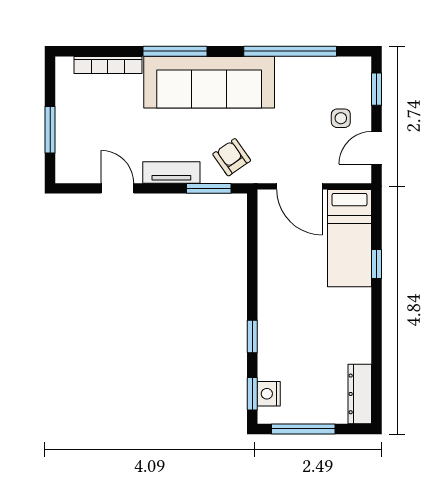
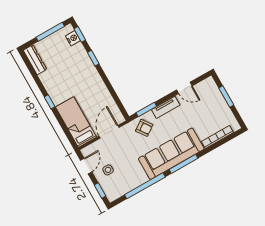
window: (175, 51) -> (183, 164), moved
door: (299, 186) -> (109, 132), hinge flipped
window: (377, 264) -> (50, 102), moved

